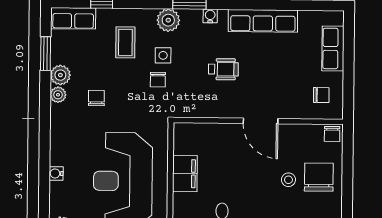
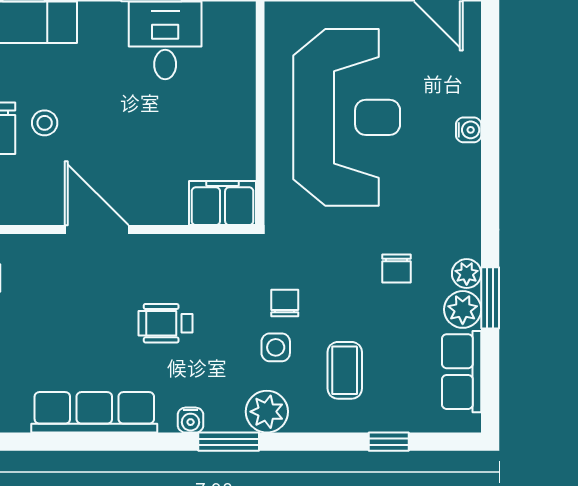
row of seats: (73, 18) -> (462, 372), moved, turned -90
window: (46, 54) -> (490, 298), moved
filing cabinet: (185, 174) -> (223, 203), moved, turned 90

